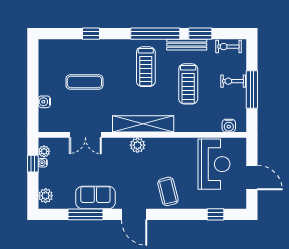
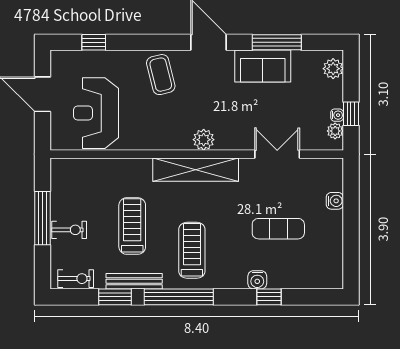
water cooler: (229, 126) -> (257, 280), moved, turned 180

